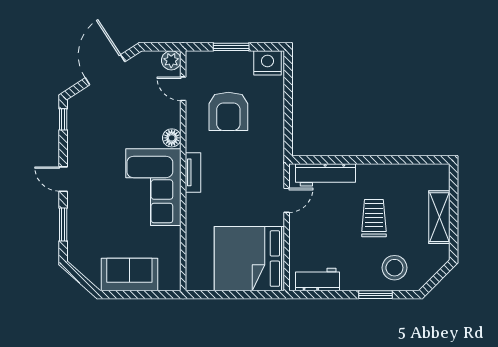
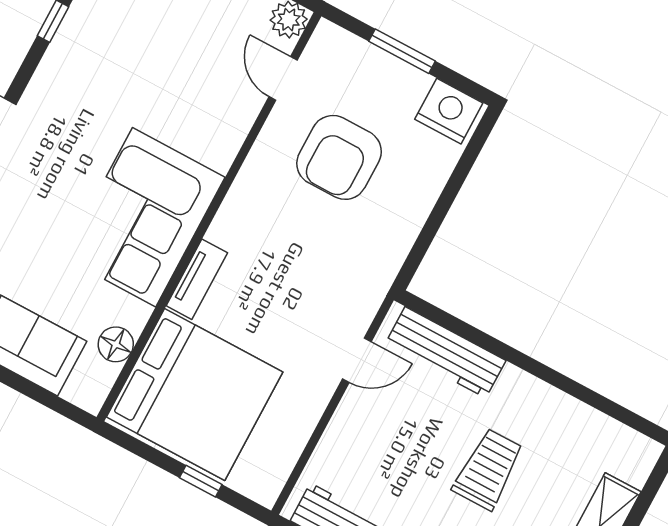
floor lamp: (172, 138) -> (116, 344), moved
tv unit: (193, 172) -> (197, 279), moved
bed: (249, 259) -> (195, 394), moved, turned 180
window: (245, 295) -> (201, 481), added

